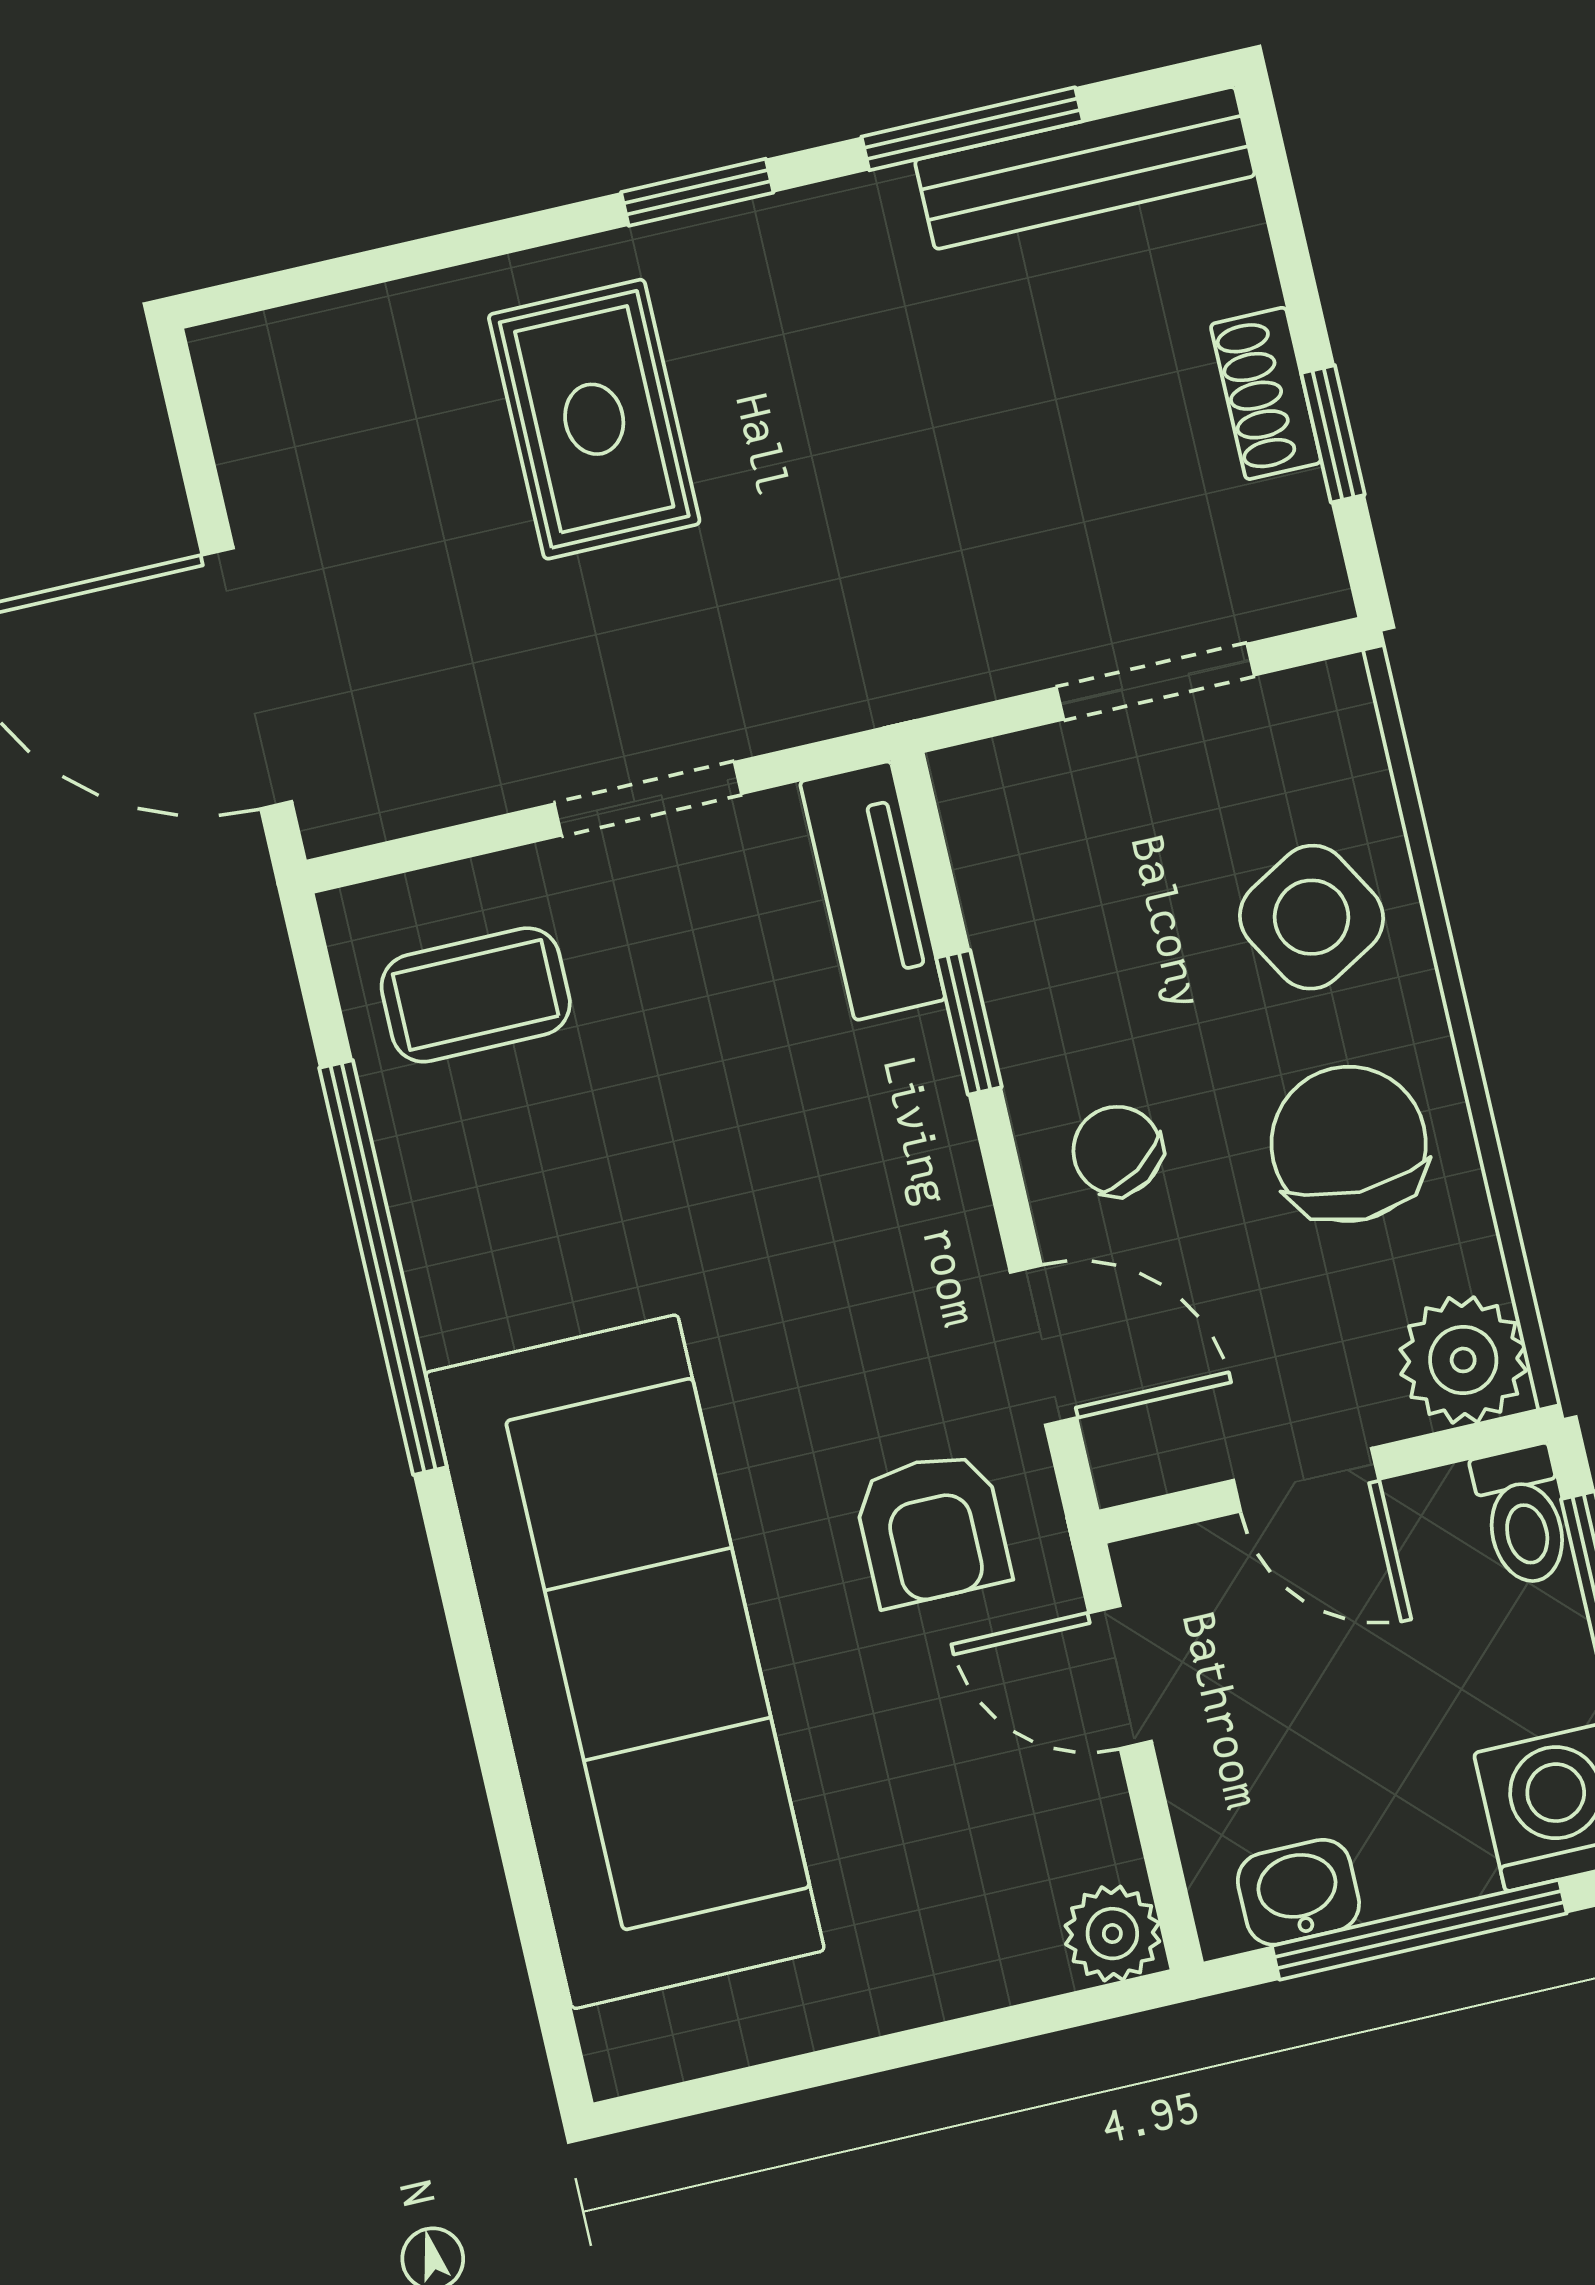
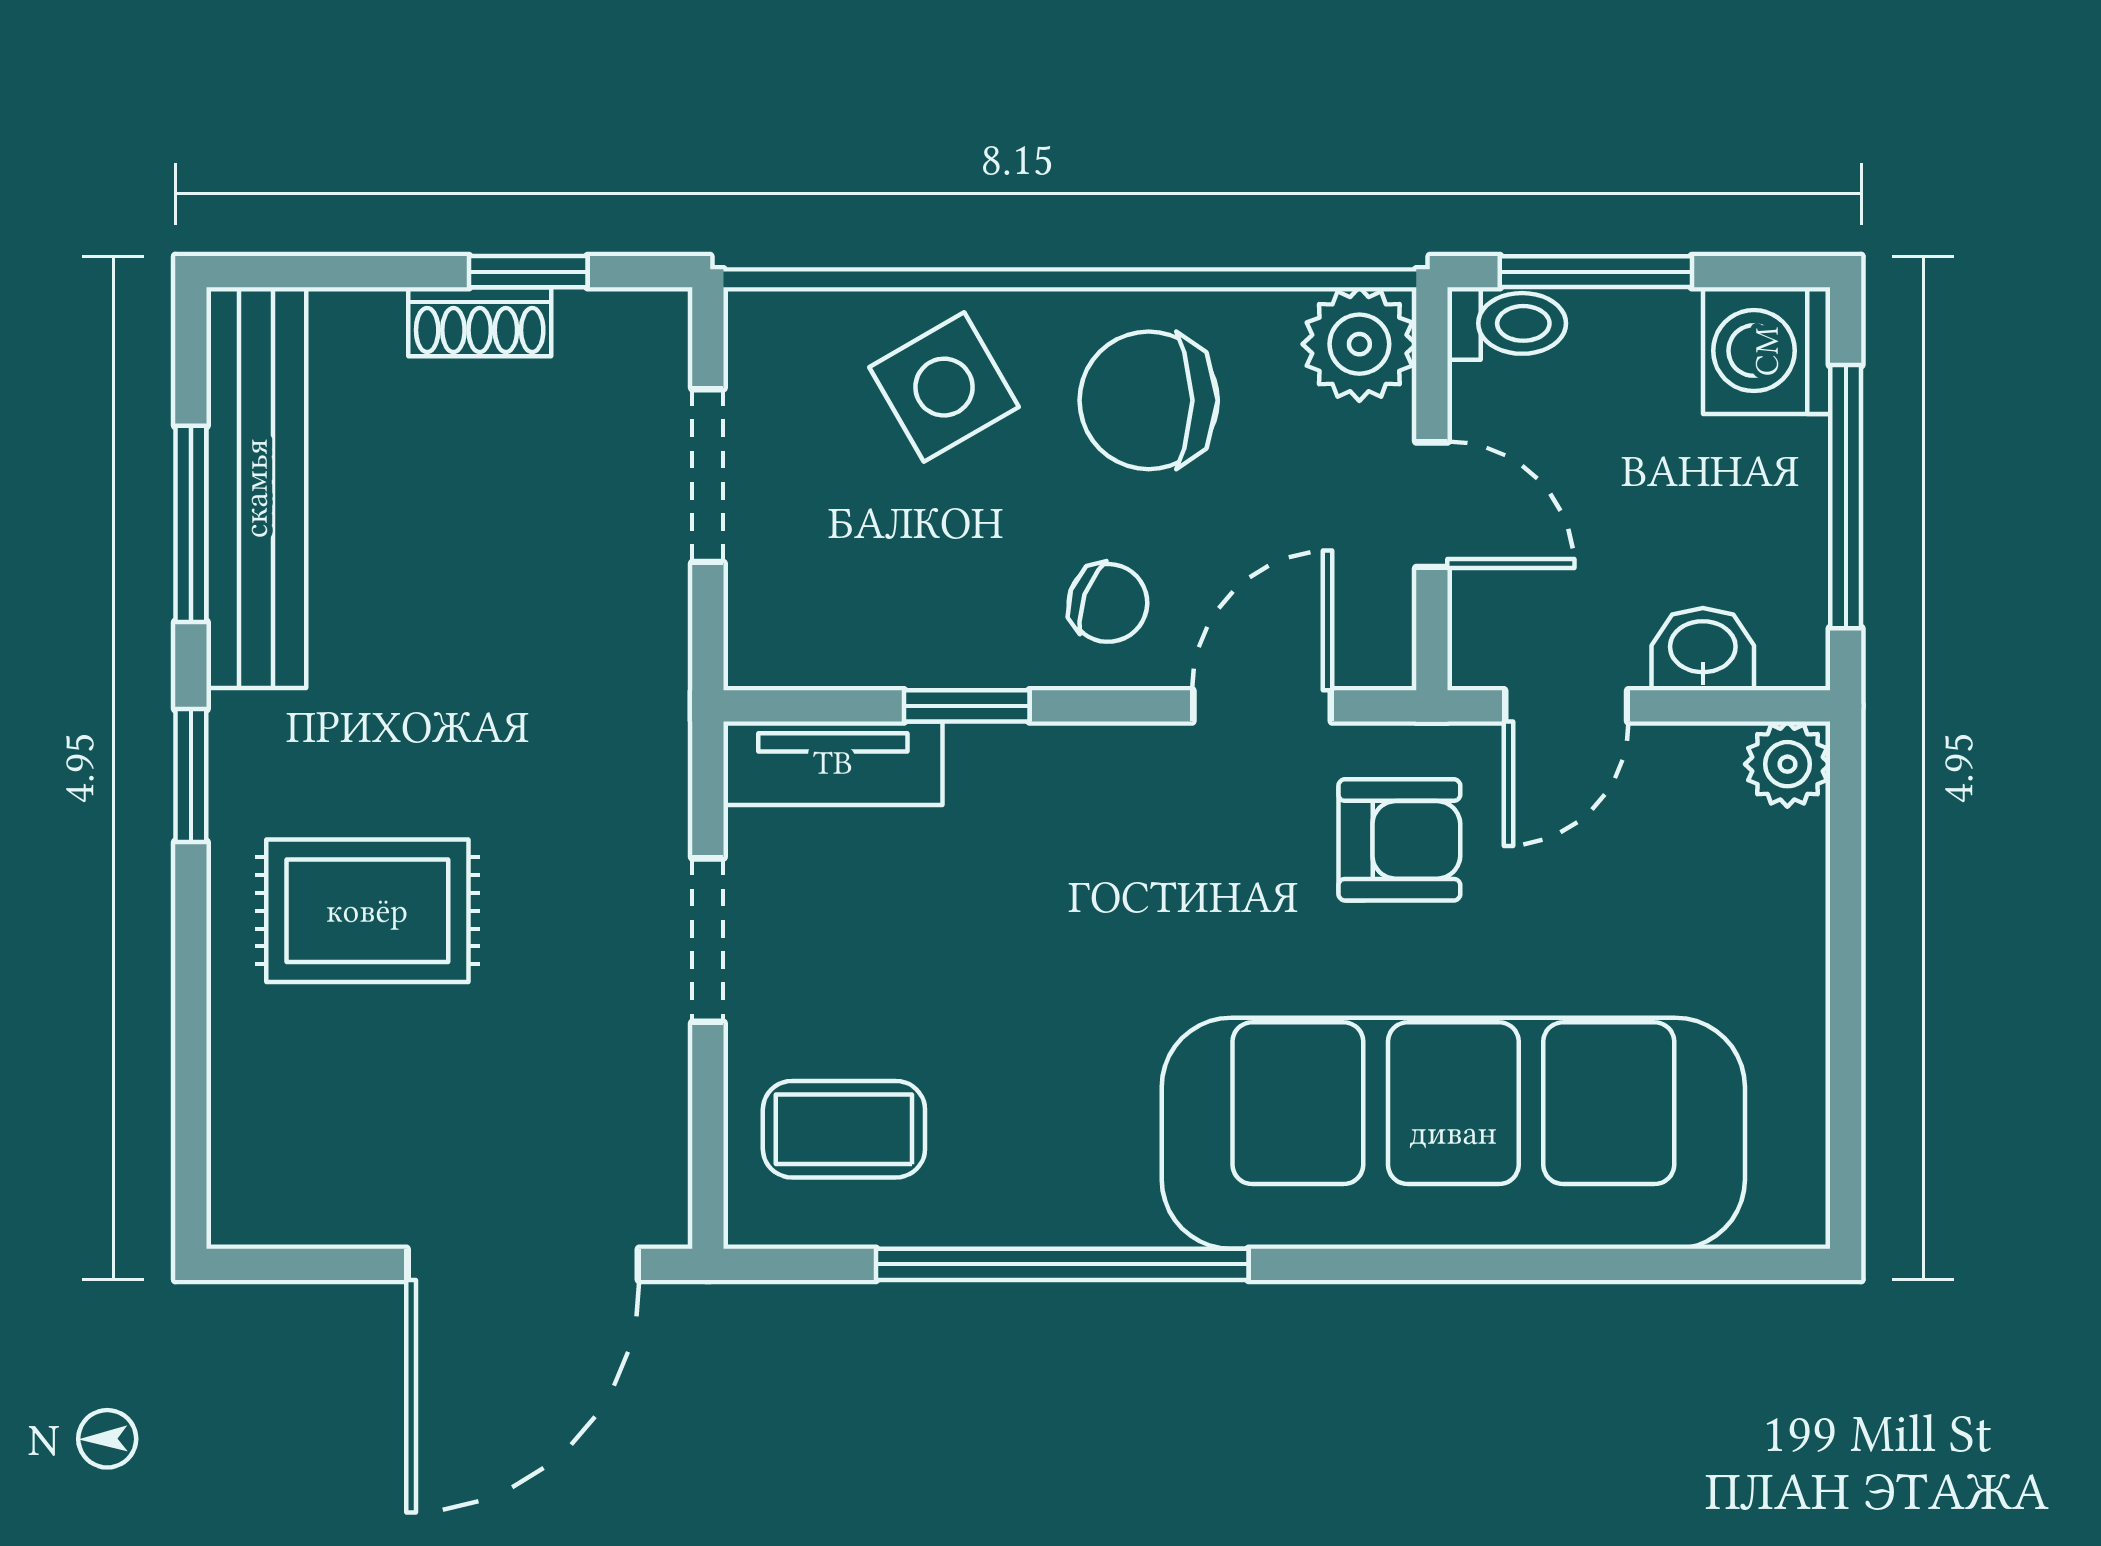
bench: (1085, 168) -> (256, 488), width x1.37, depth x1.21
coffee table: (476, 995) -> (844, 1129), turned 90
chair: (1117, 1151) -> (1108, 603), turned -127
door: (1306, 1480) -> (1432, 505), hinge flipped
washbasin: (1298, 1892) -> (1703, 649), moved, turned 90

